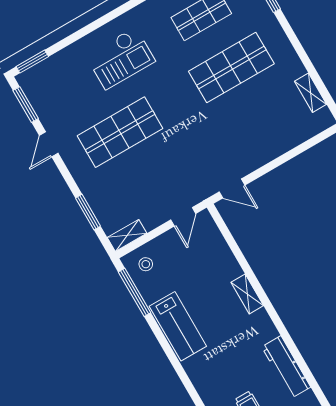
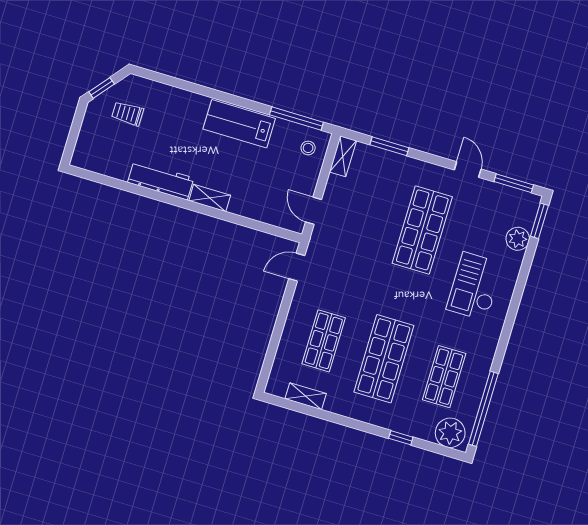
plant: (59, 63) -> (518, 239), added
shop shelf: (262, 120) -> (324, 341), added
workbench: (286, 367) -> (161, 180), moved

